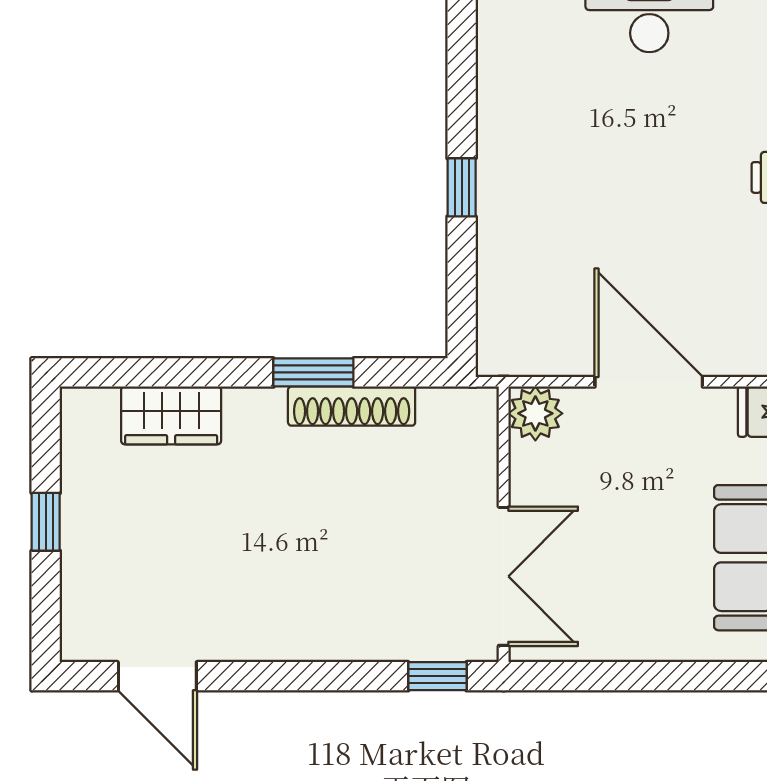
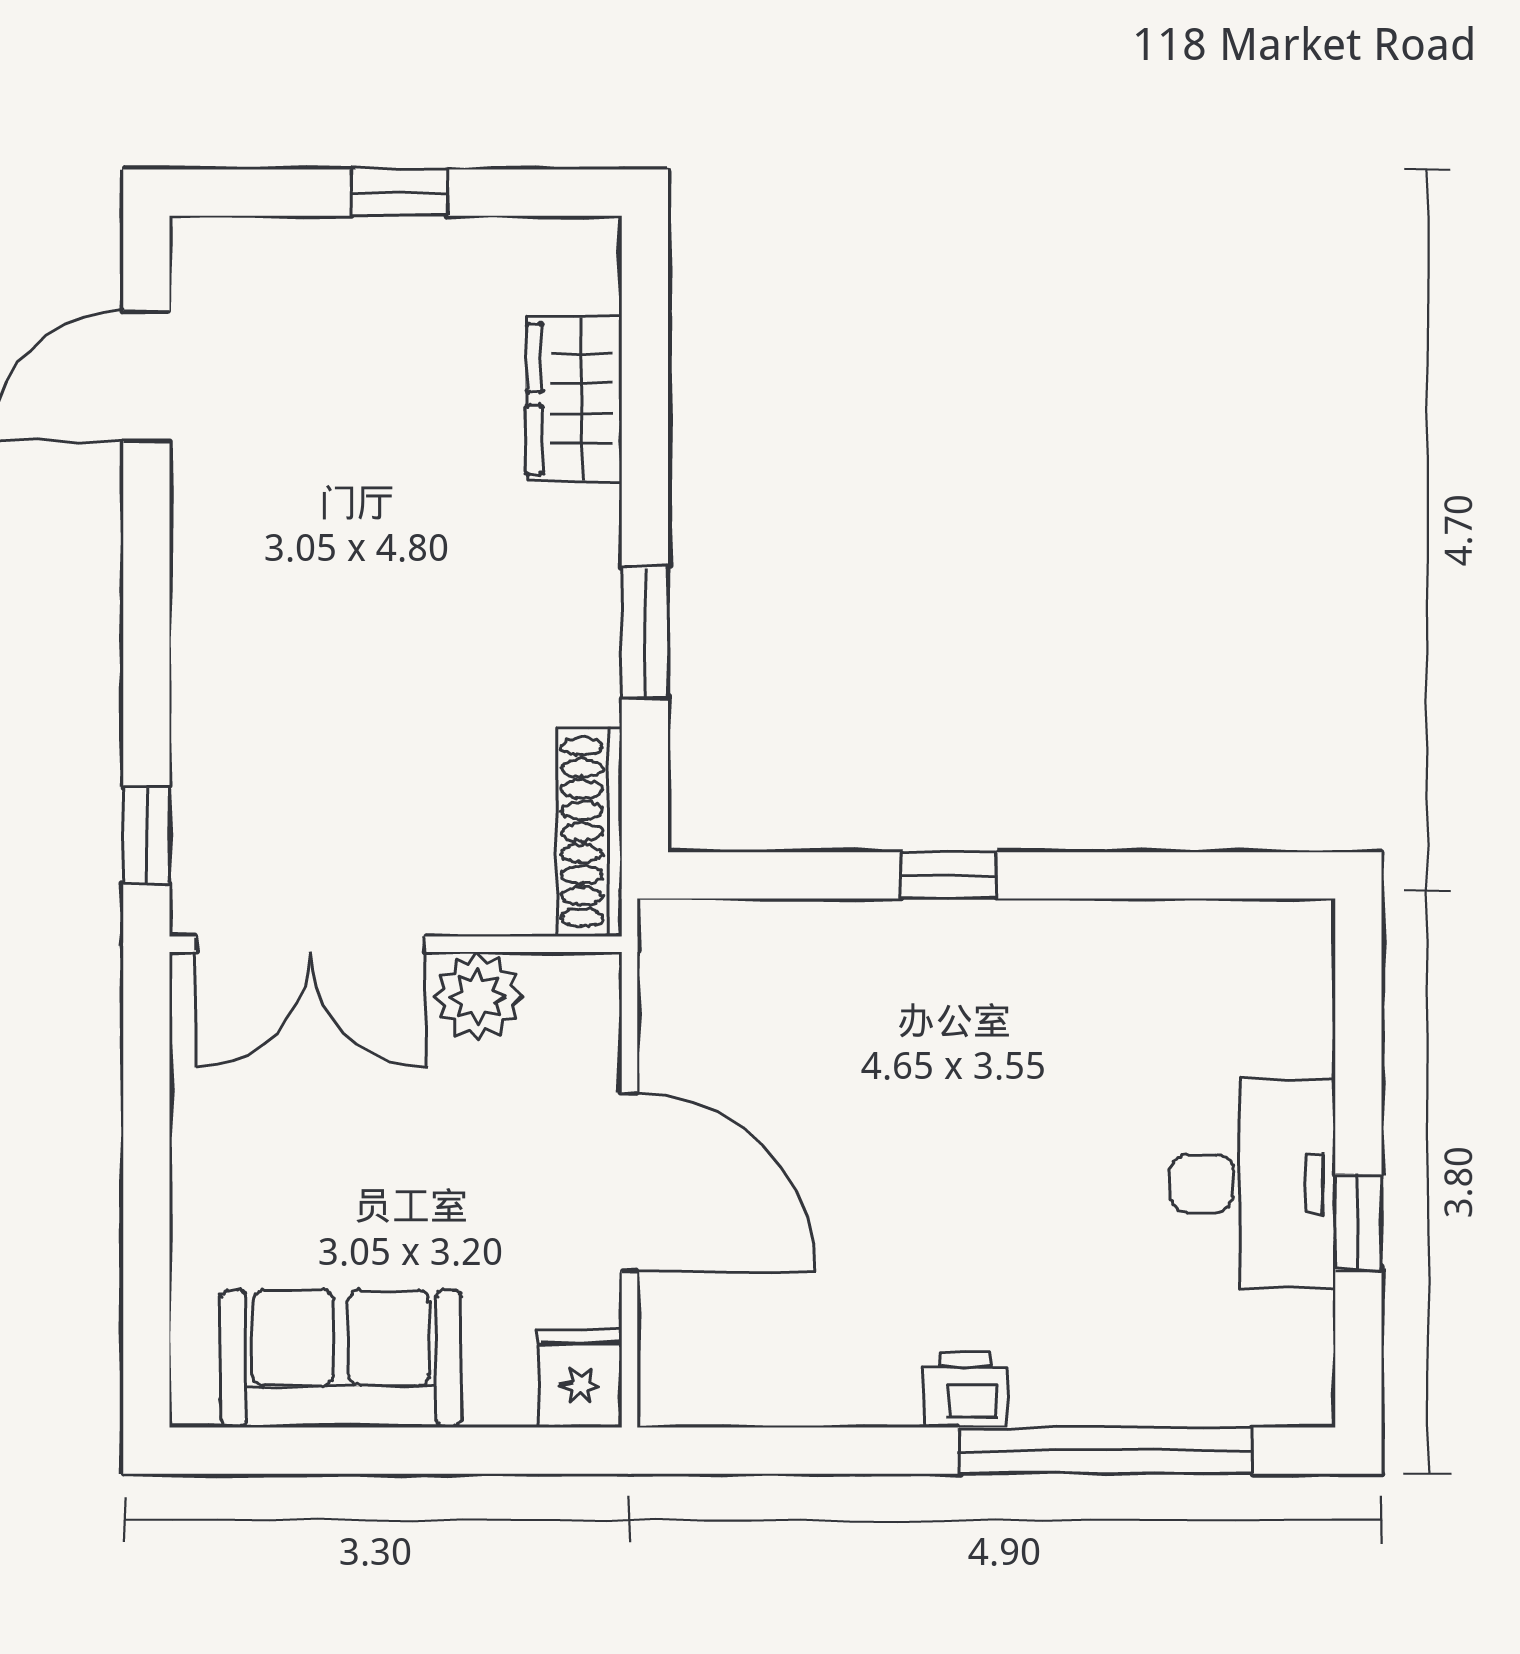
door: (649, 382) -> (630, 1182), hinge flipped
shoe rack: (352, 406) -> (590, 832), moved
plant: (535, 413) -> (478, 996), moved

